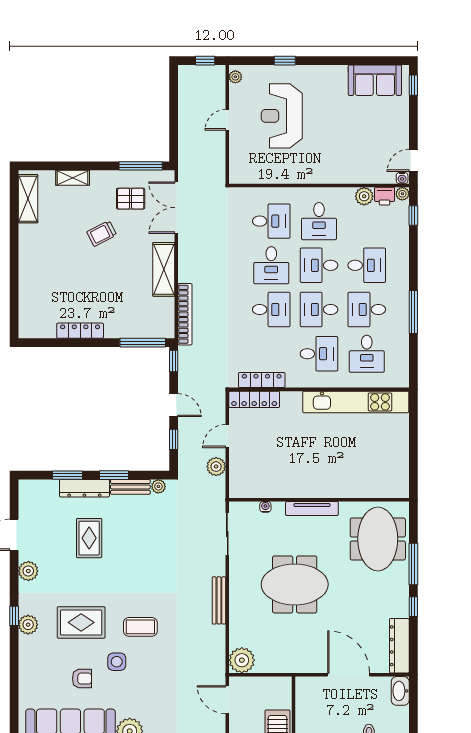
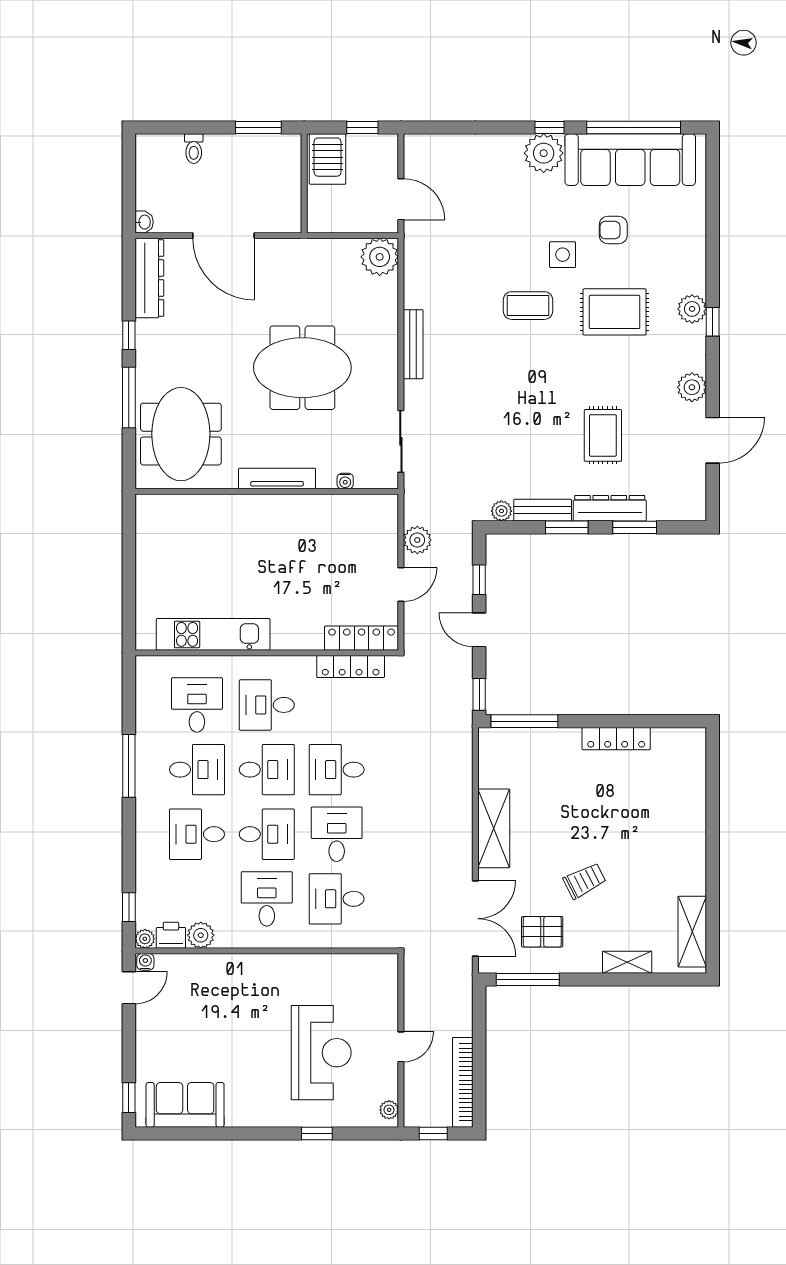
bookcase: (185, 314) -> (463, 1082), moved
kitchen unit: (356, 402) -> (213, 634), width x0.73
washbasin: (400, 691) -> (144, 222), width x0.52, depth x0.69

